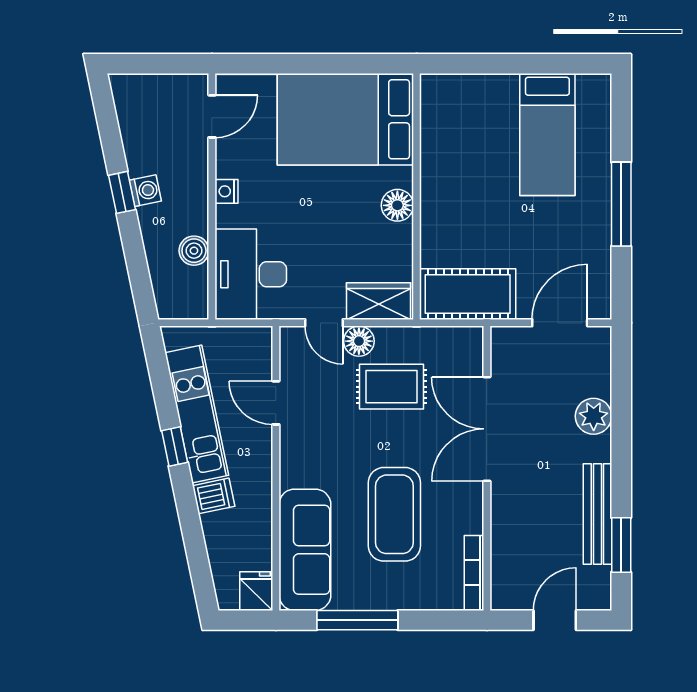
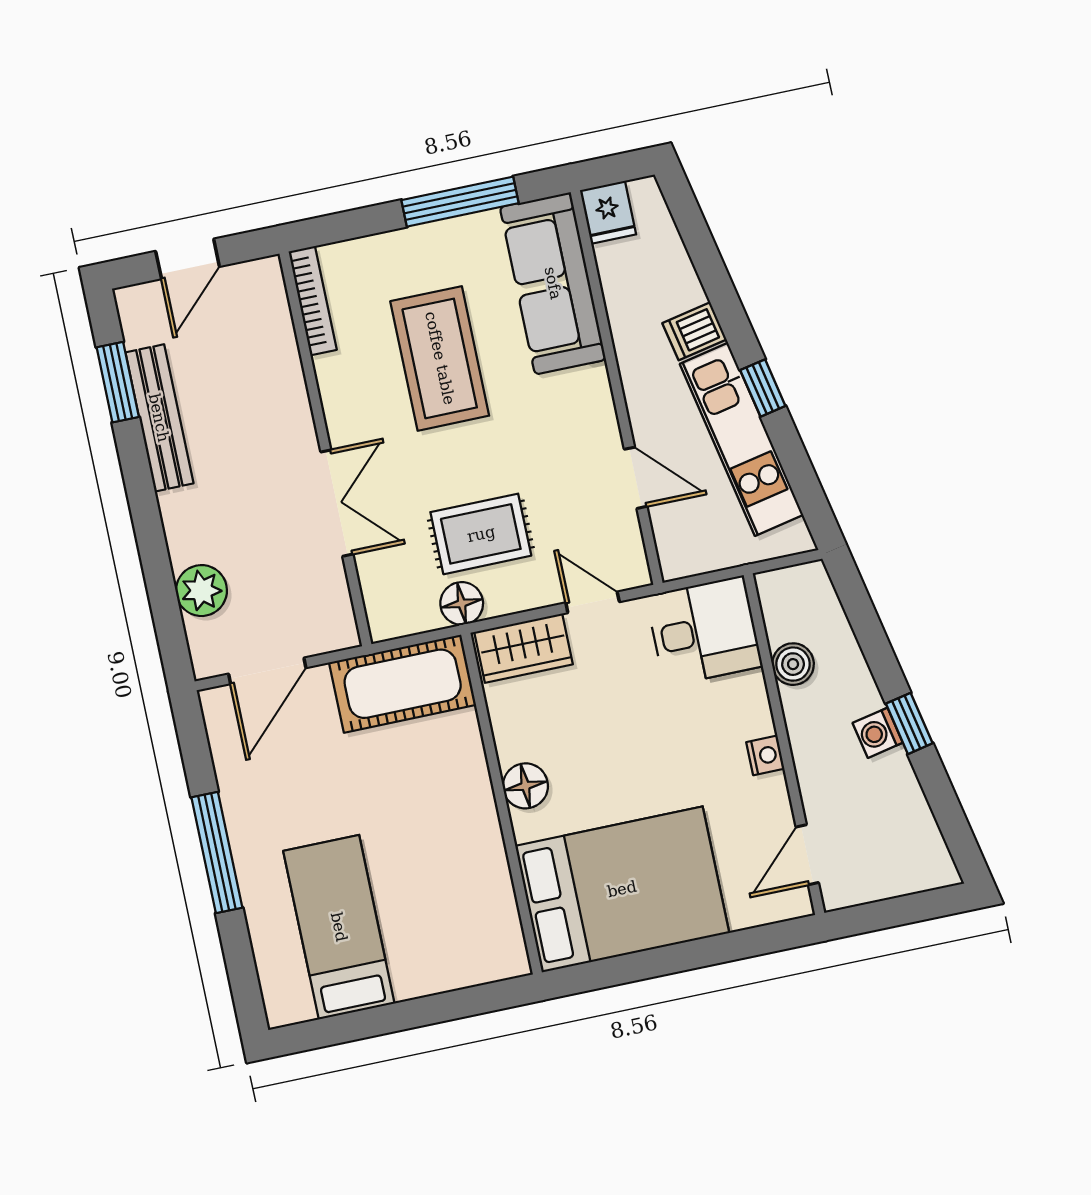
desk: (251, 274) -> (704, 631), width x0.73
floor lamp: (359, 341) -> (462, 603), moved
plant: (594, 416) -> (201, 591), moved
double door: (487, 429) -> (337, 503), width x0.73

